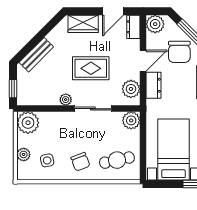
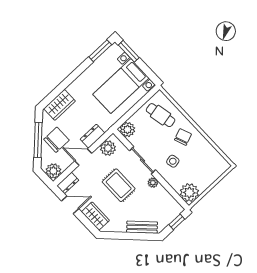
plant: (24, 154) -> (212, 177), removed
side table: (47, 160) -> (173, 161), moved

